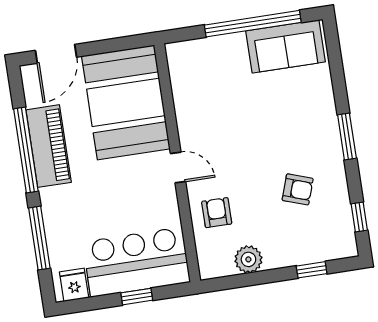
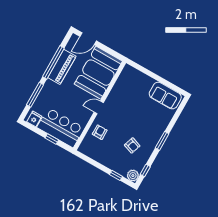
window: (253, 24) -> (160, 80), removed
door: (178, 167) -> (99, 107), swing flipped
plant: (248, 259) -> (133, 176), moved

